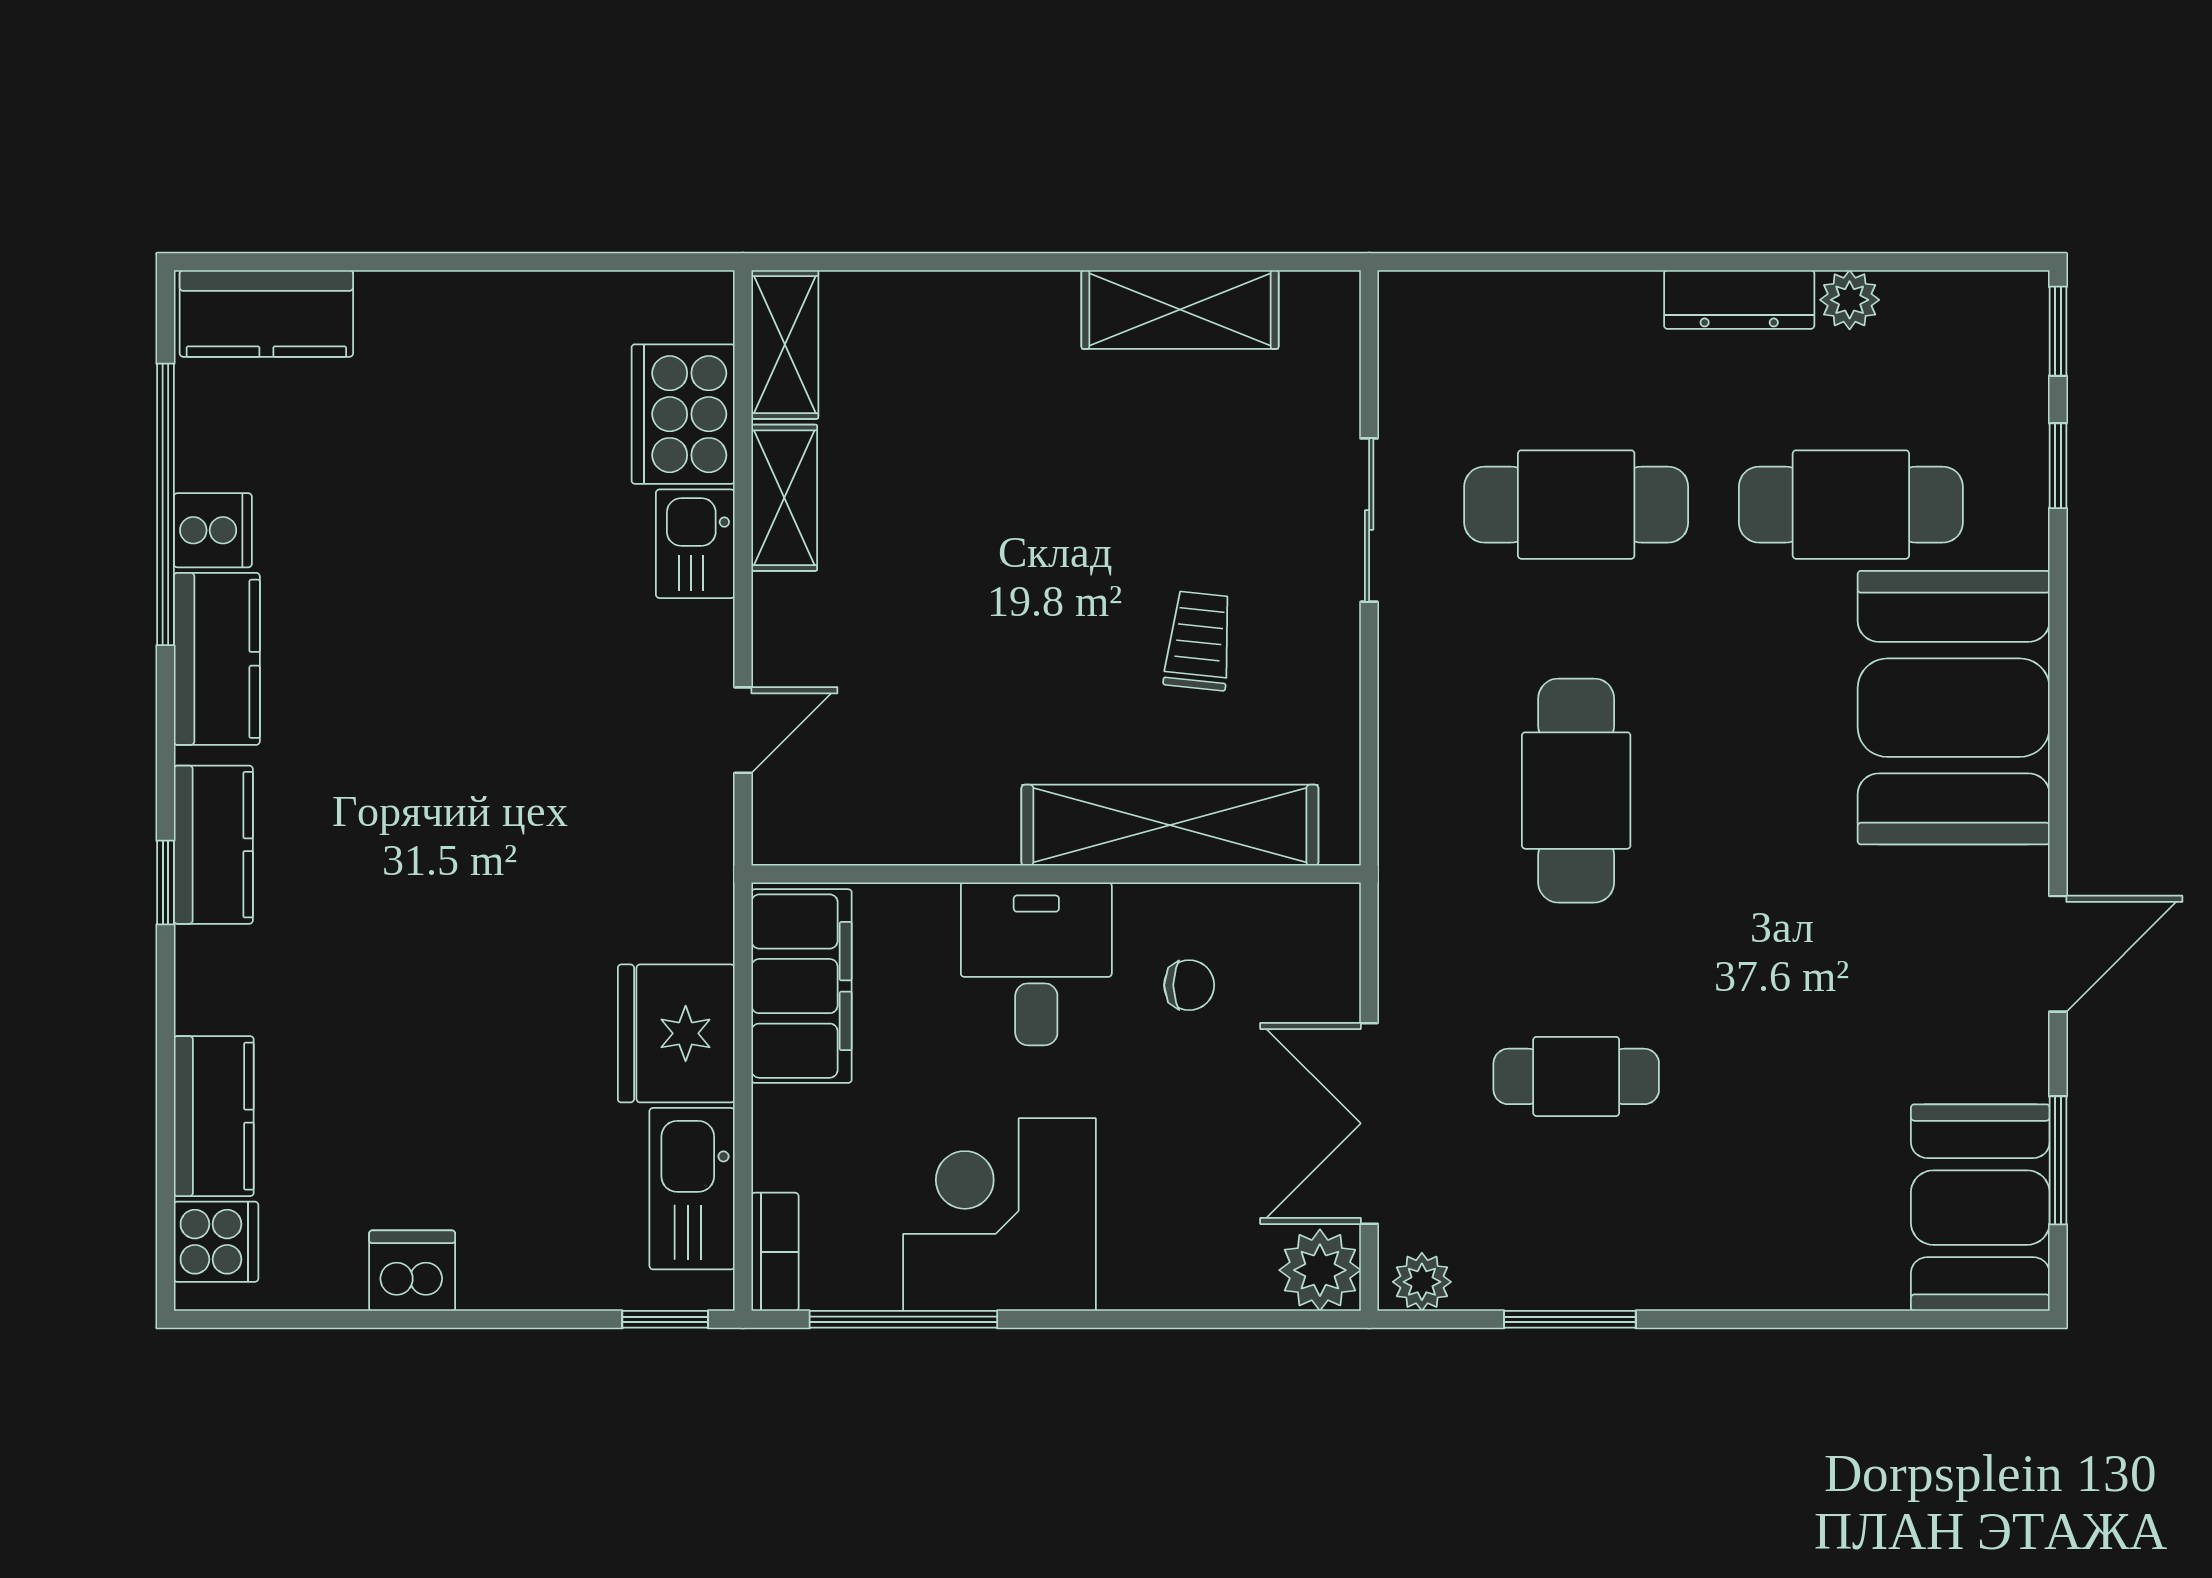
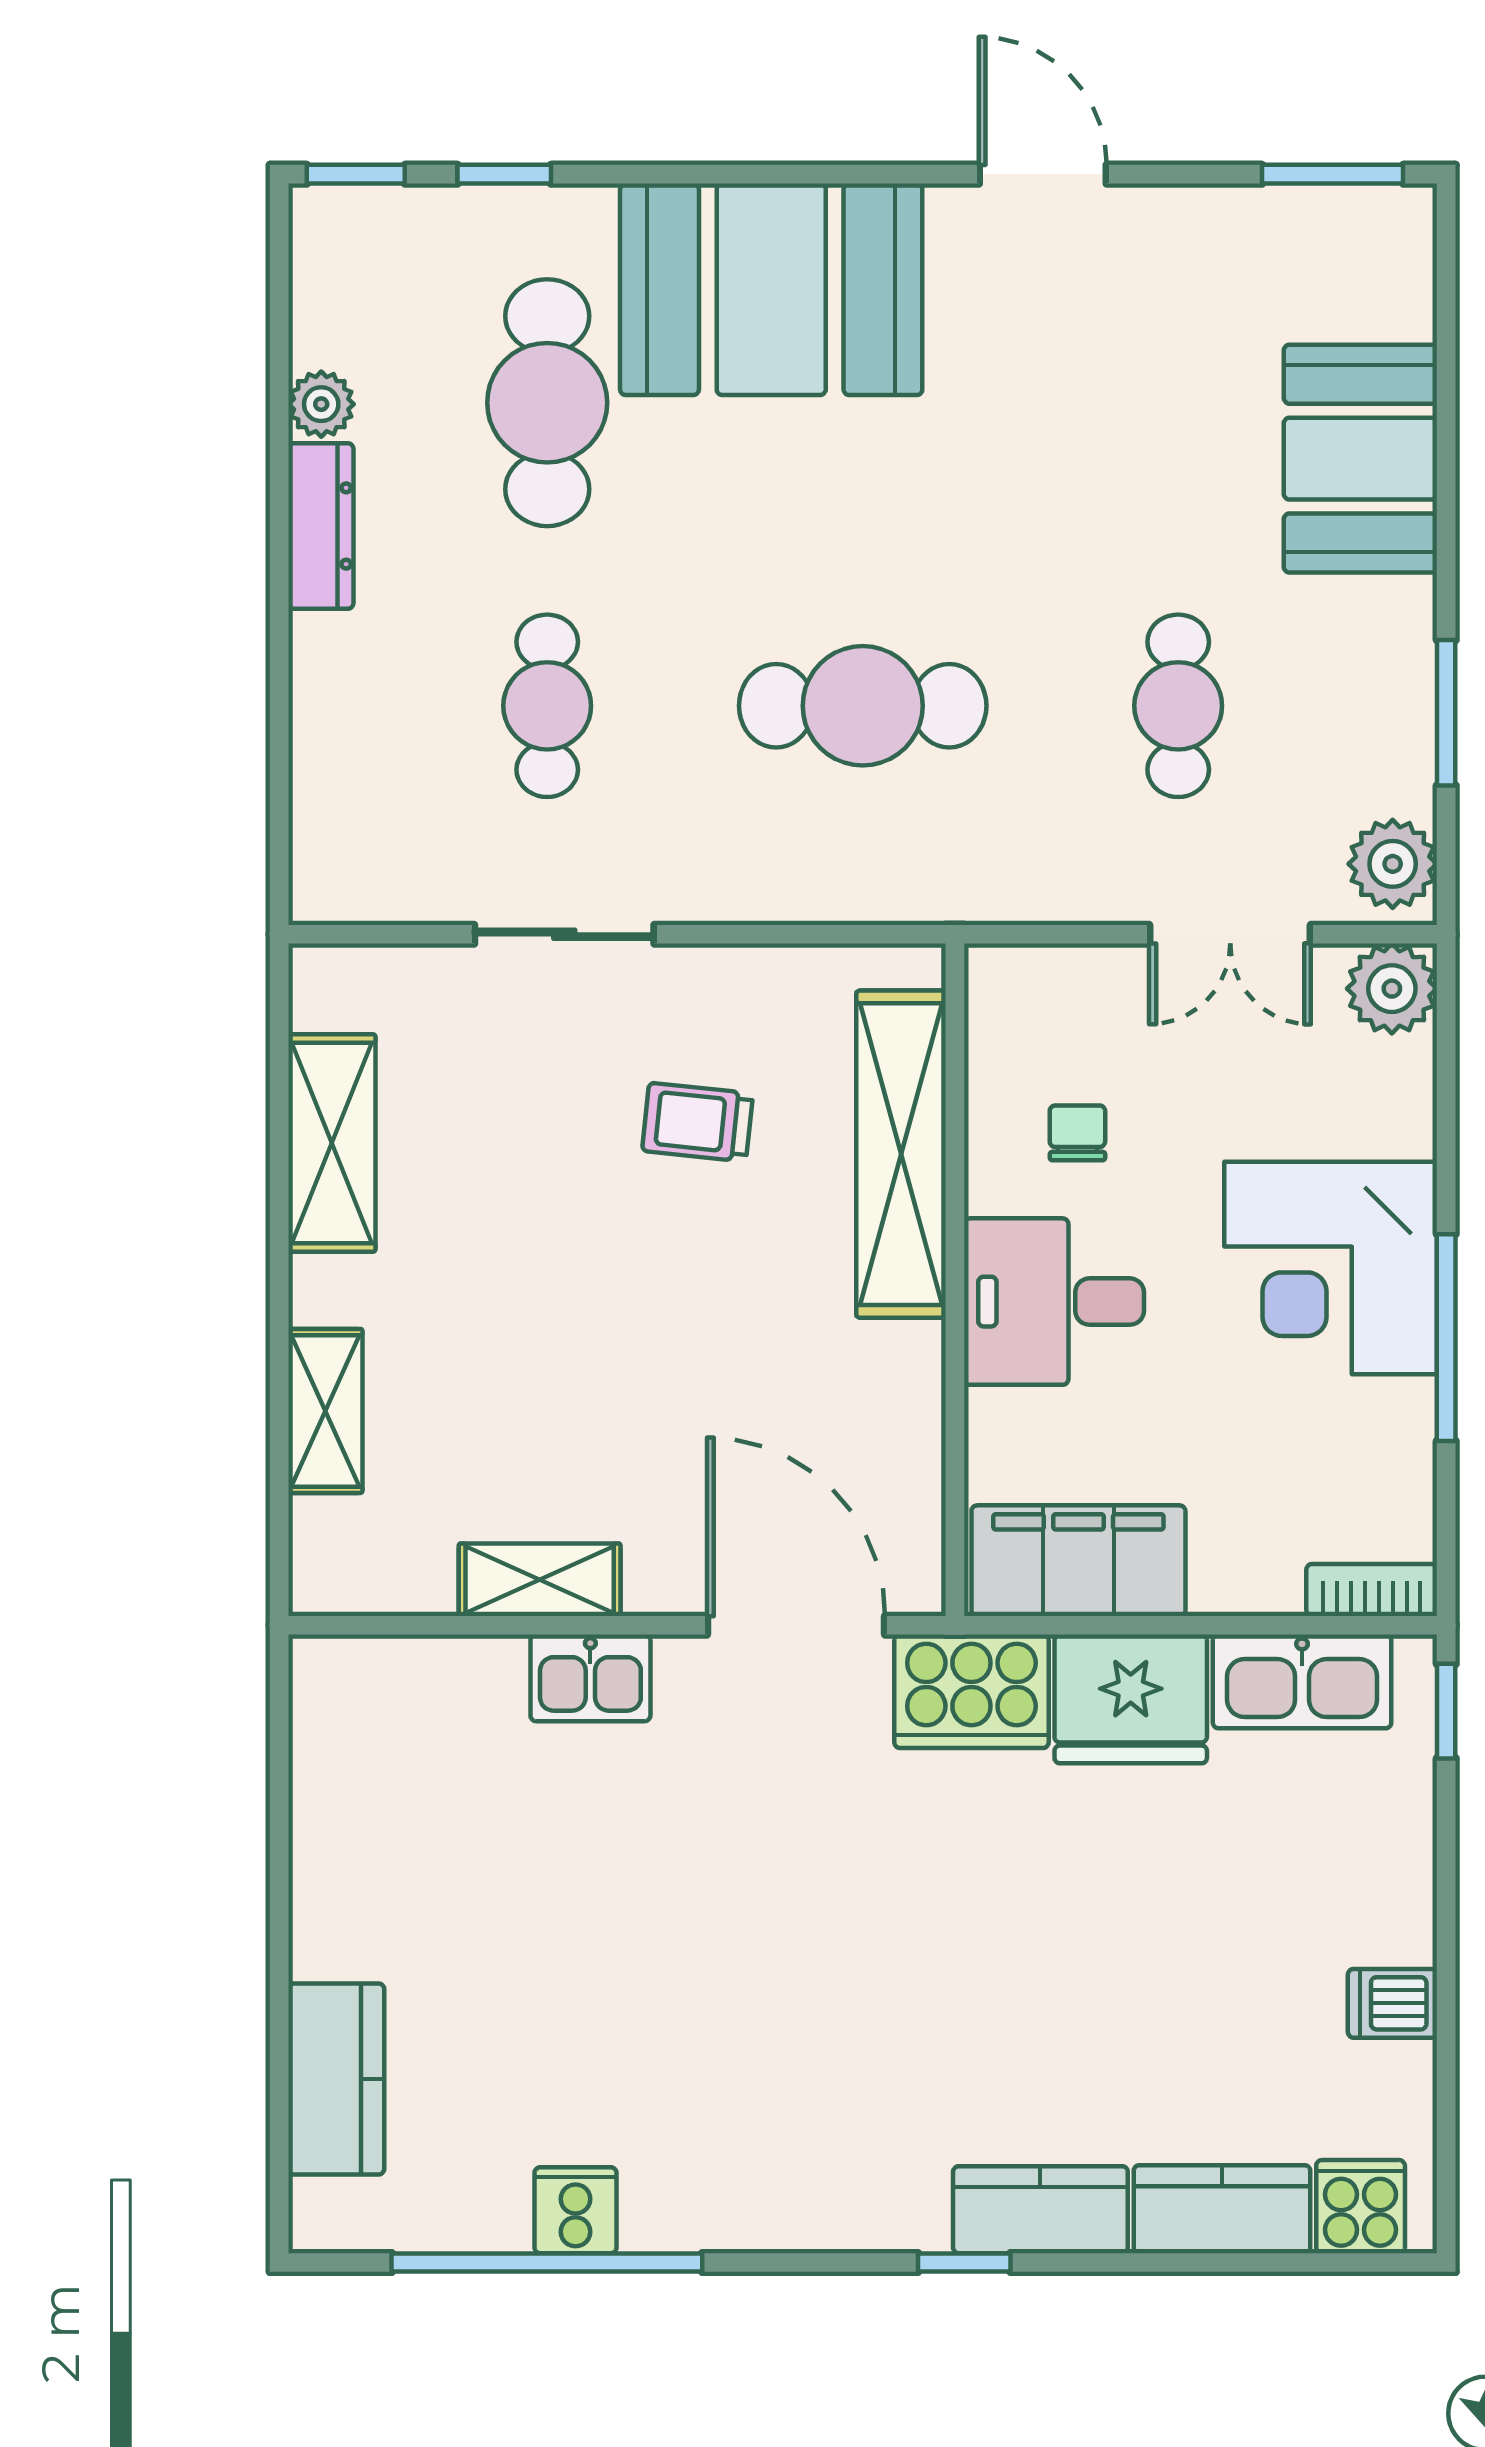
kitchen counter: (266, 313) -> (336, 2079), moved
shelving: (785, 345) -> (325, 1411), moved, turned 90
cooker: (683, 414) -> (971, 1691), moved
cafe table: (1576, 505) -> (547, 706), width x0.73, depth x0.74
kitchen counter: (217, 659) -> (717, 2206), removed
door: (743, 730) -> (796, 1625), width x1.87
kitchen counter: (213, 845) -> (1040, 2210), moved
double door: (1369, 1123) -> (1230, 934), width x0.73
window: (2058, 1160) -> (1333, 174), moved
booth: (1980, 1208) -> (1360, 459), moved, turned 90
corner desk: (999, 1215) -> (1331, 1268), moved
dishwasher: (412, 1271) -> (1392, 2003), width x0.73
plant: (1422, 1282) -> (1393, 864), width x1.38, depth x1.38
window: (903, 1319) -> (1446, 1338), moved

